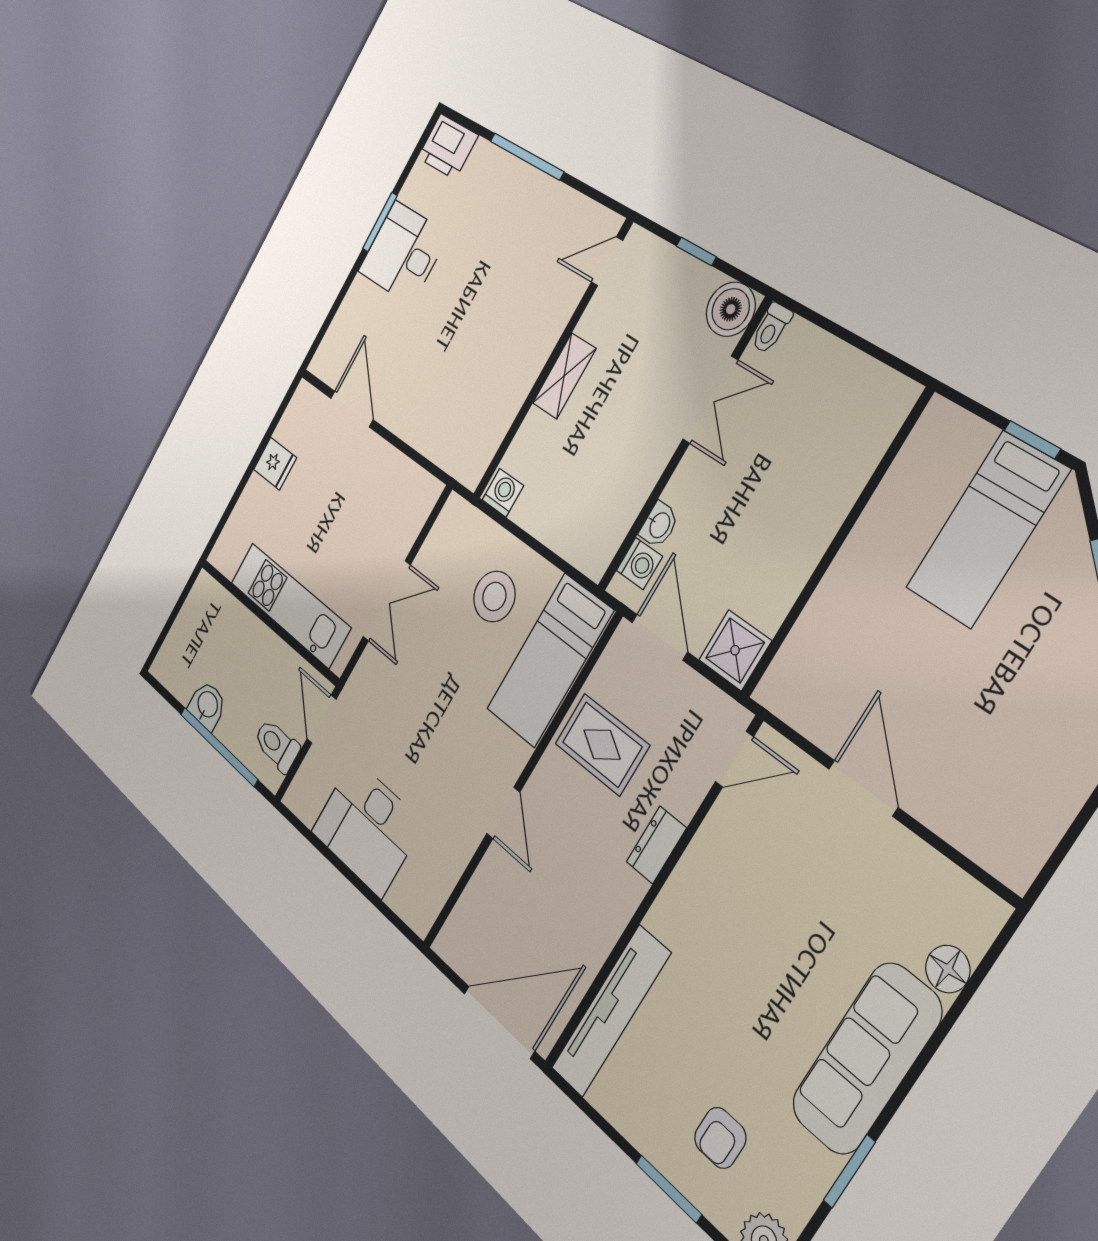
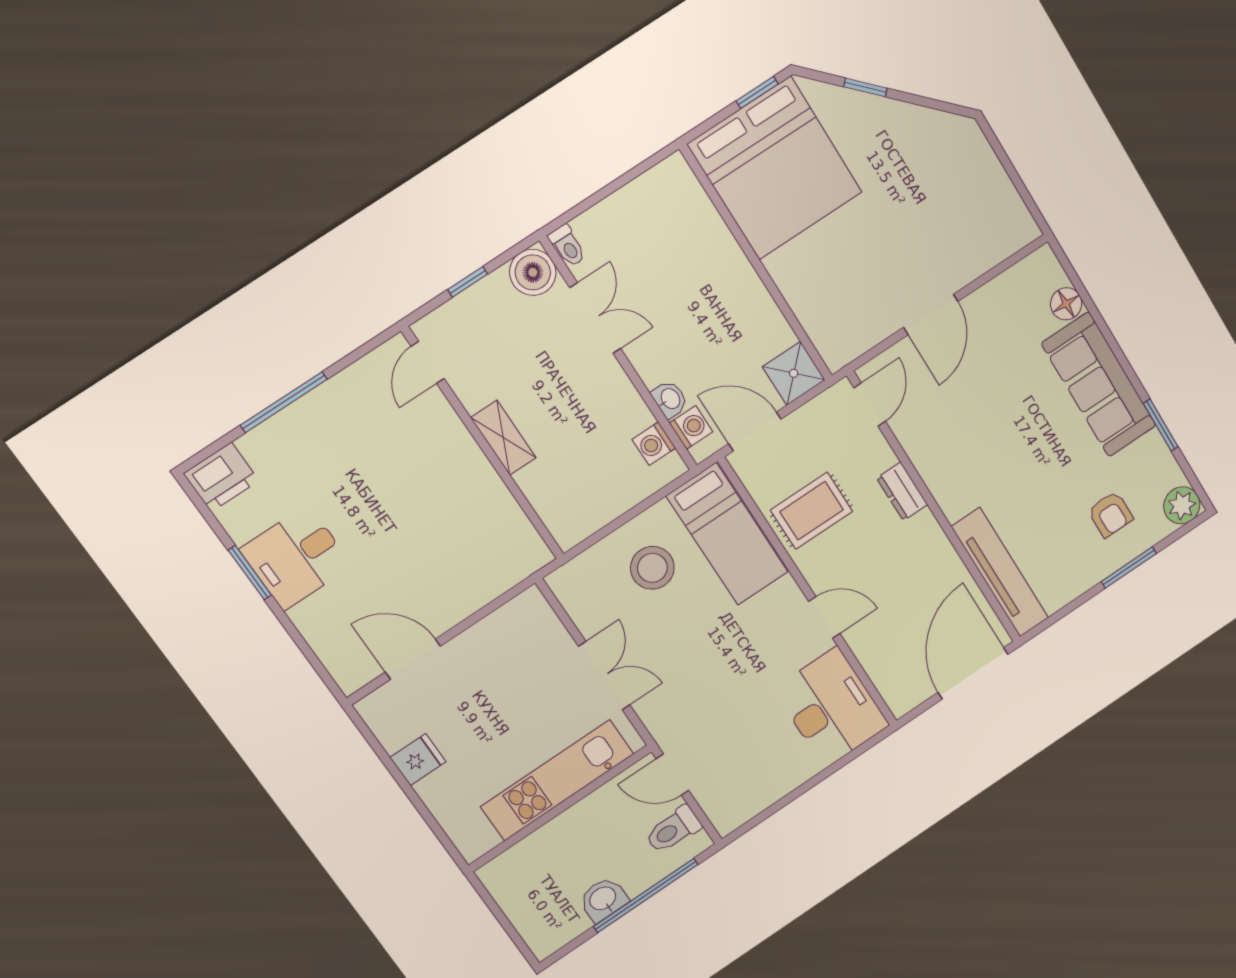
washing machine: (503, 493) -> (654, 444), moved, turned -90
bed: (987, 529) -> (775, 168), width x2.04
door: (863, 788) -> (931, 314), swing flipped
desk: (367, 827) -> (831, 707), moved, turned -90

